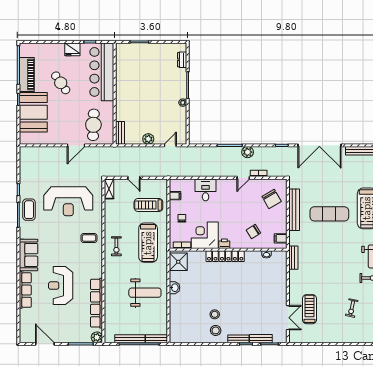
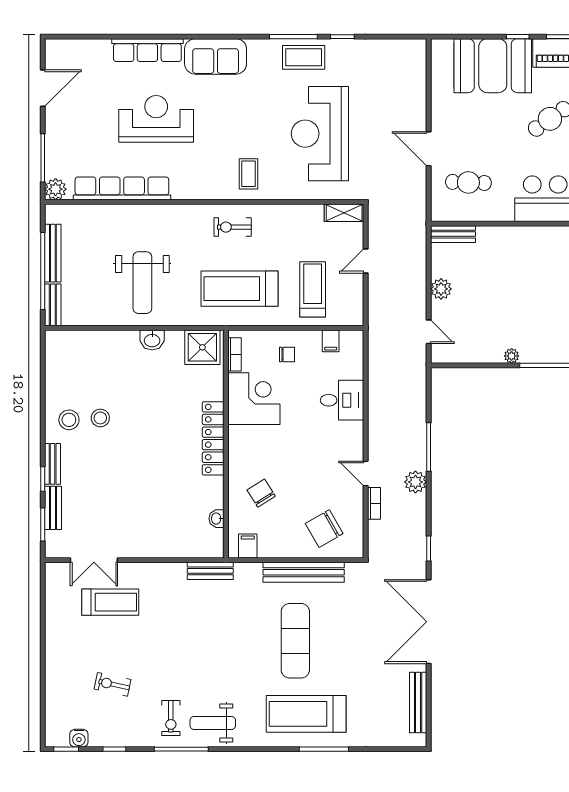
cafe table: (93, 125) -> (468, 182), width x0.73, depth x0.74
printer: (224, 244) -> (237, 437), removed

